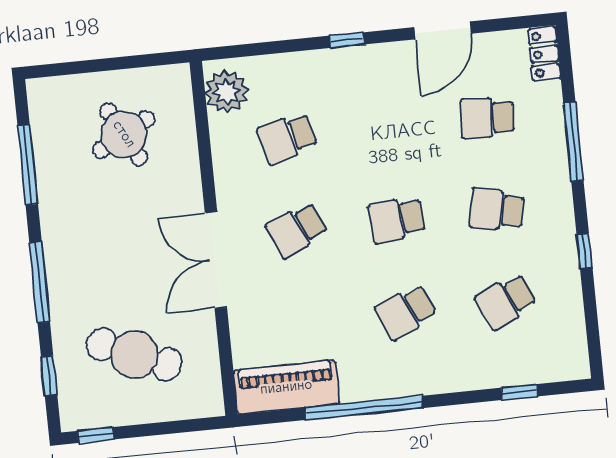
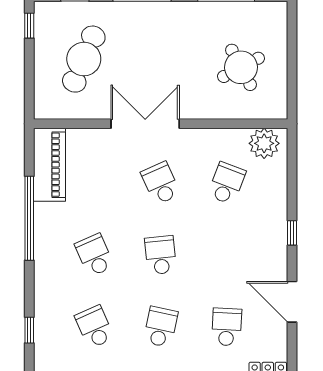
school desk: (287, 138) -> (227, 183), turned 36

